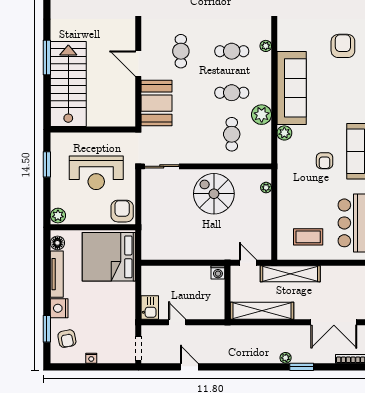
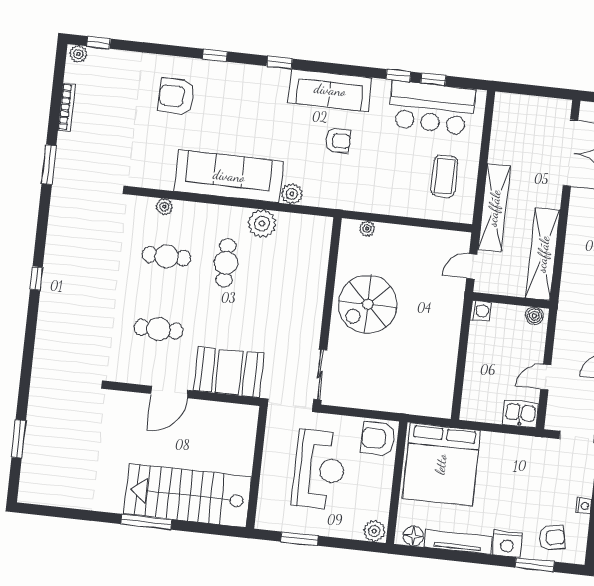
cafe table: (232, 51) -> (166, 256), turned 90
cafe table: (232, 134) -> (285, 269), removed
boiler: (219, 310) -> (534, 316), added

